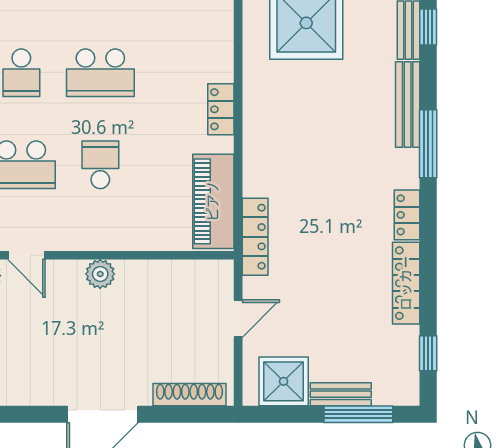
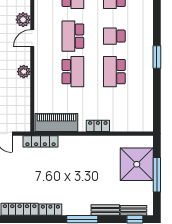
bench: (408, 104) -> (105, 210), width x0.73
school desk: (100, 165) -> (73, 72), width x1.85

